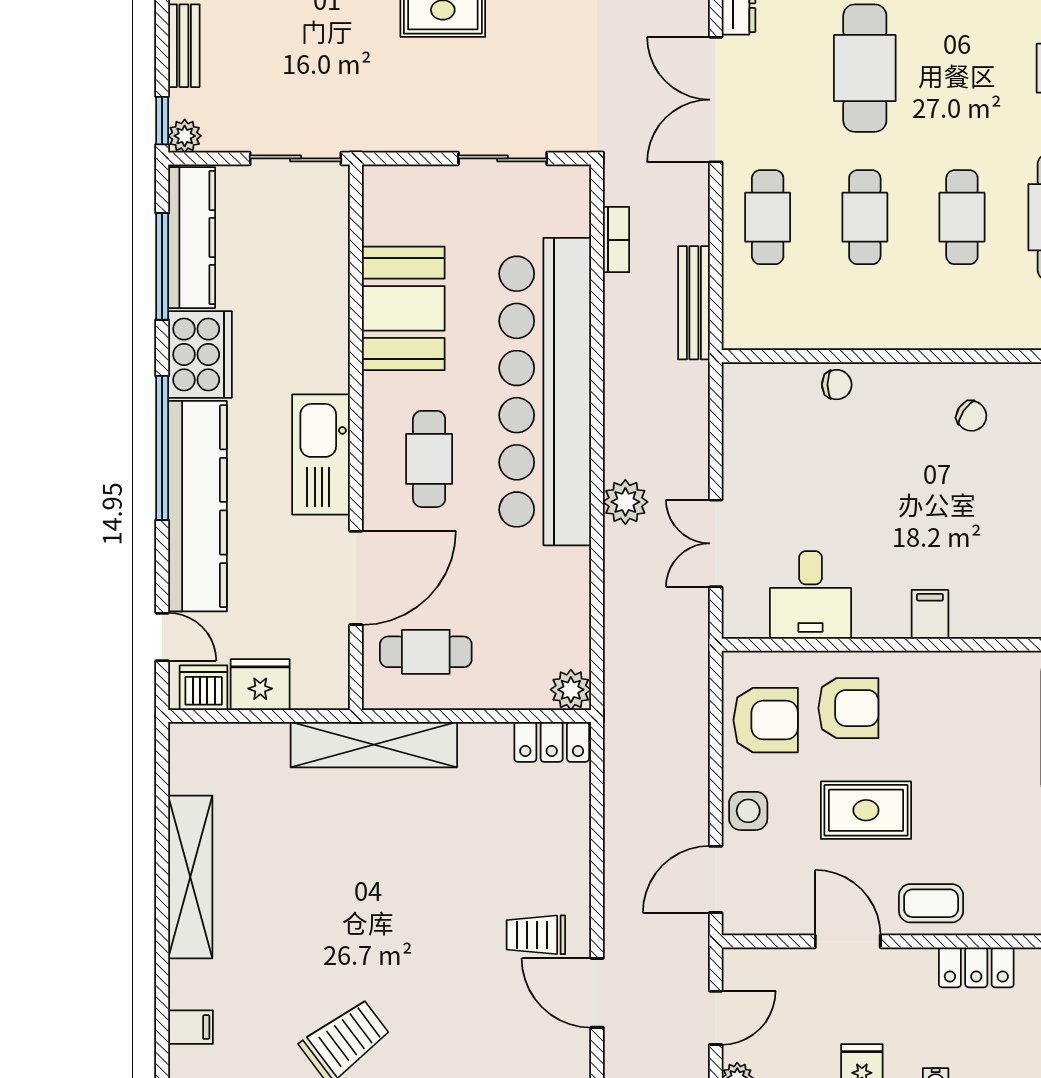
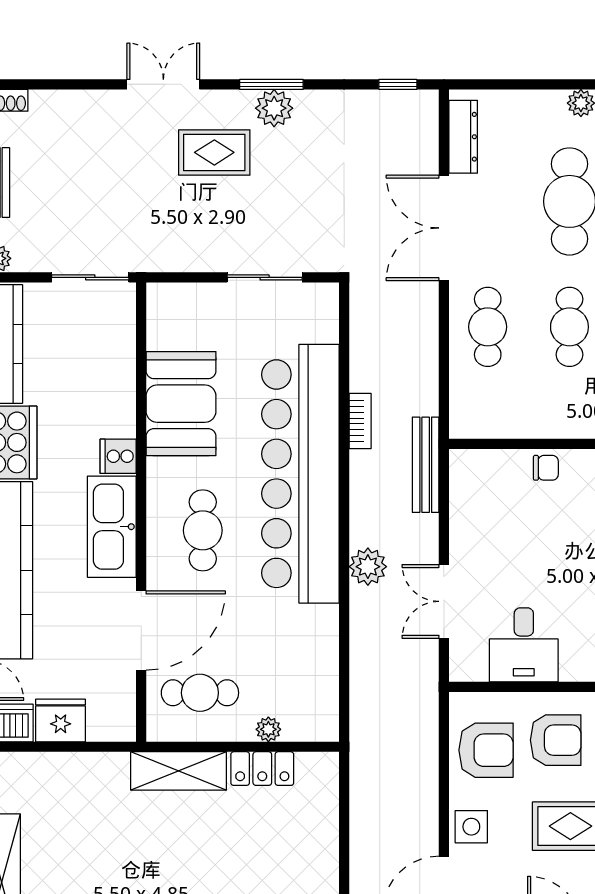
bookcase: (616, 240) -> (360, 421), moved
bench: (694, 303) -> (426, 465), moved
cooker: (328, 371) -> (118, 456), added
plant: (571, 690) -> (268, 729), moved, width x0.73, depth x0.73
locker: (552, 742) -> (262, 769), moved
shelving: (374, 745) -> (179, 771), width x0.68

